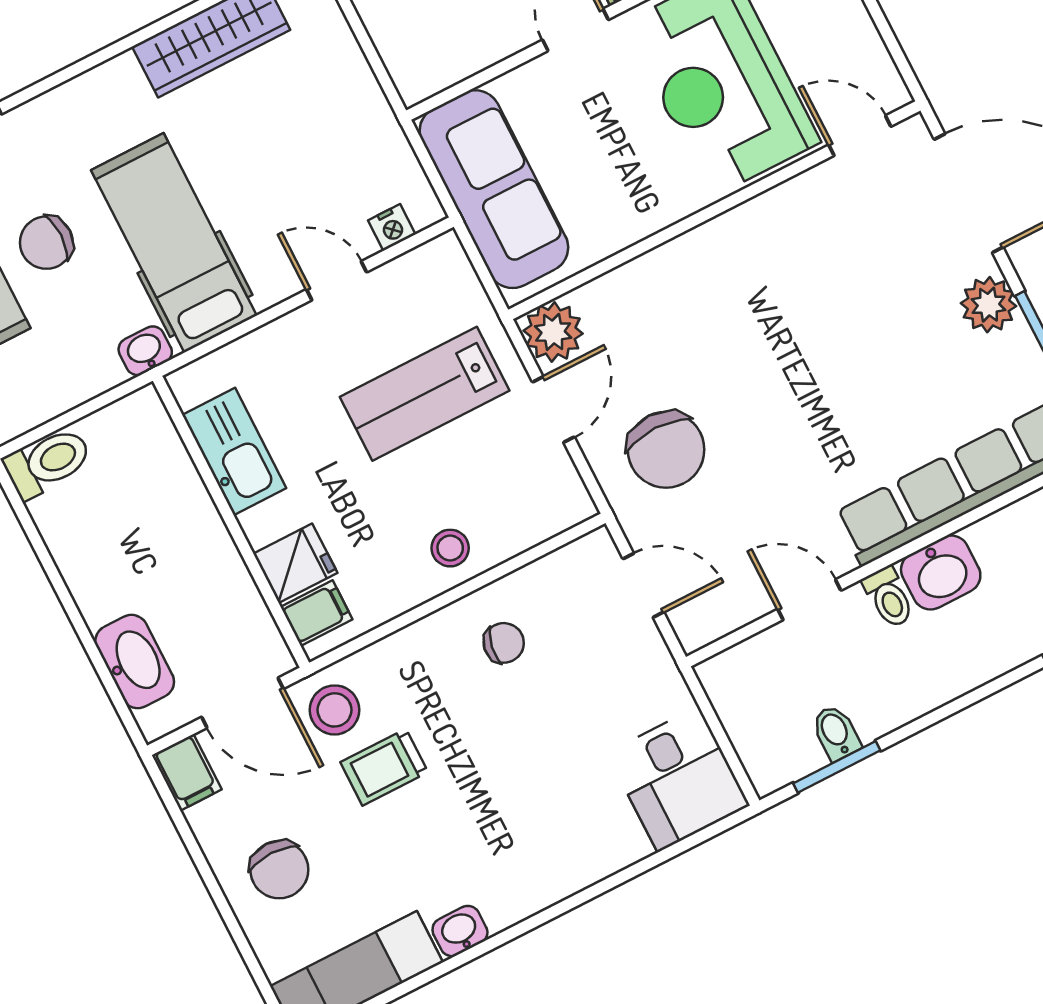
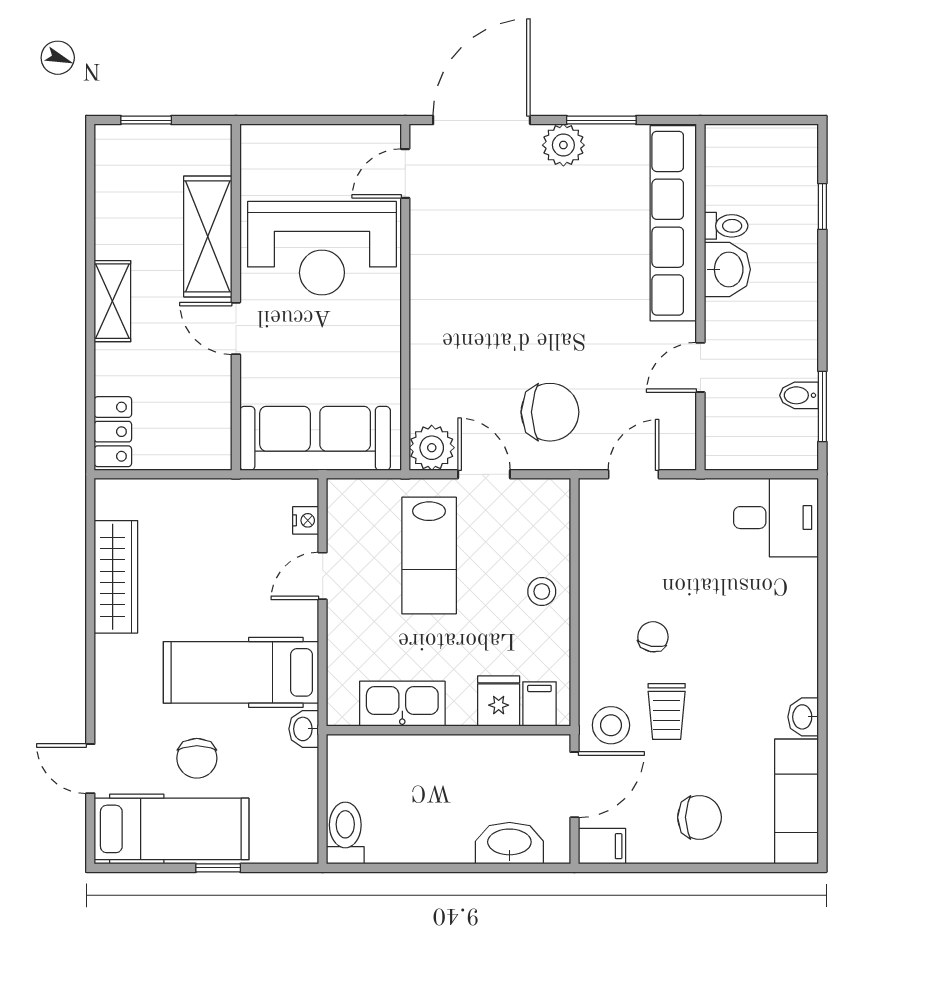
toilet: (889, 597) -> (726, 226), moved
chair: (504, 643) -> (653, 637), moved

